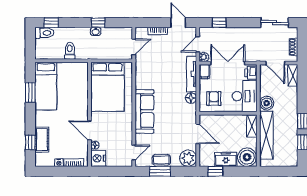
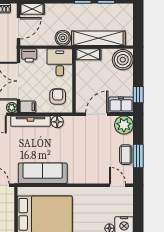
desk: (245, 96) -> (60, 62), width x0.73
armchair: (214, 98) -> (58, 97), turned 90
sofa: (144, 111) -> (43, 173), moved
freezer: (226, 159) -> (121, 105), moved, turned 90

